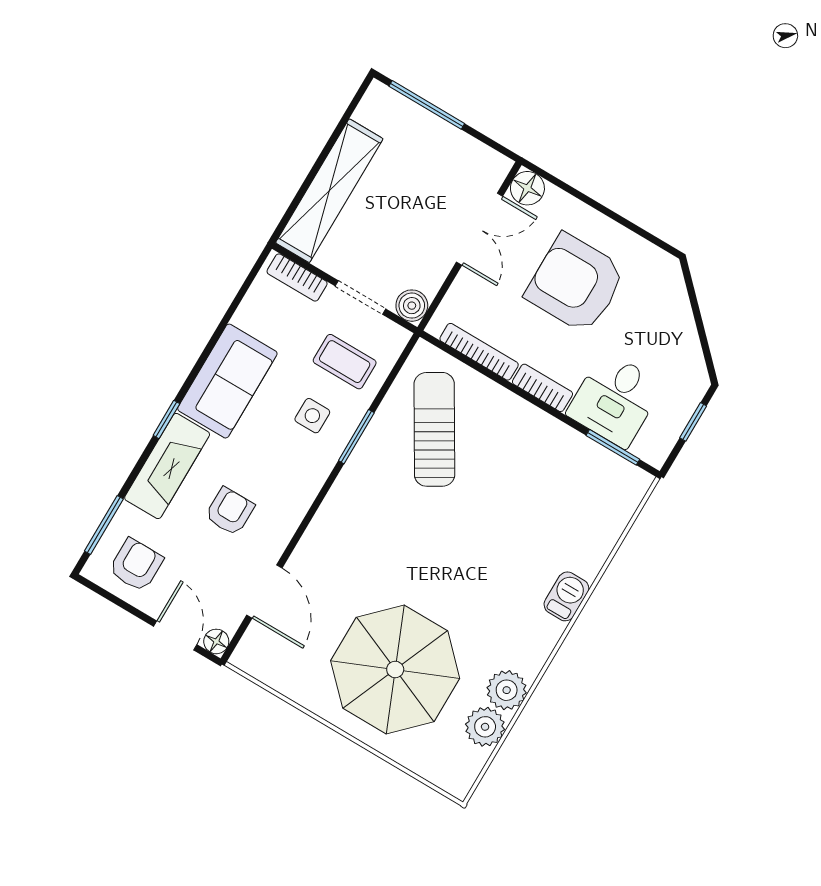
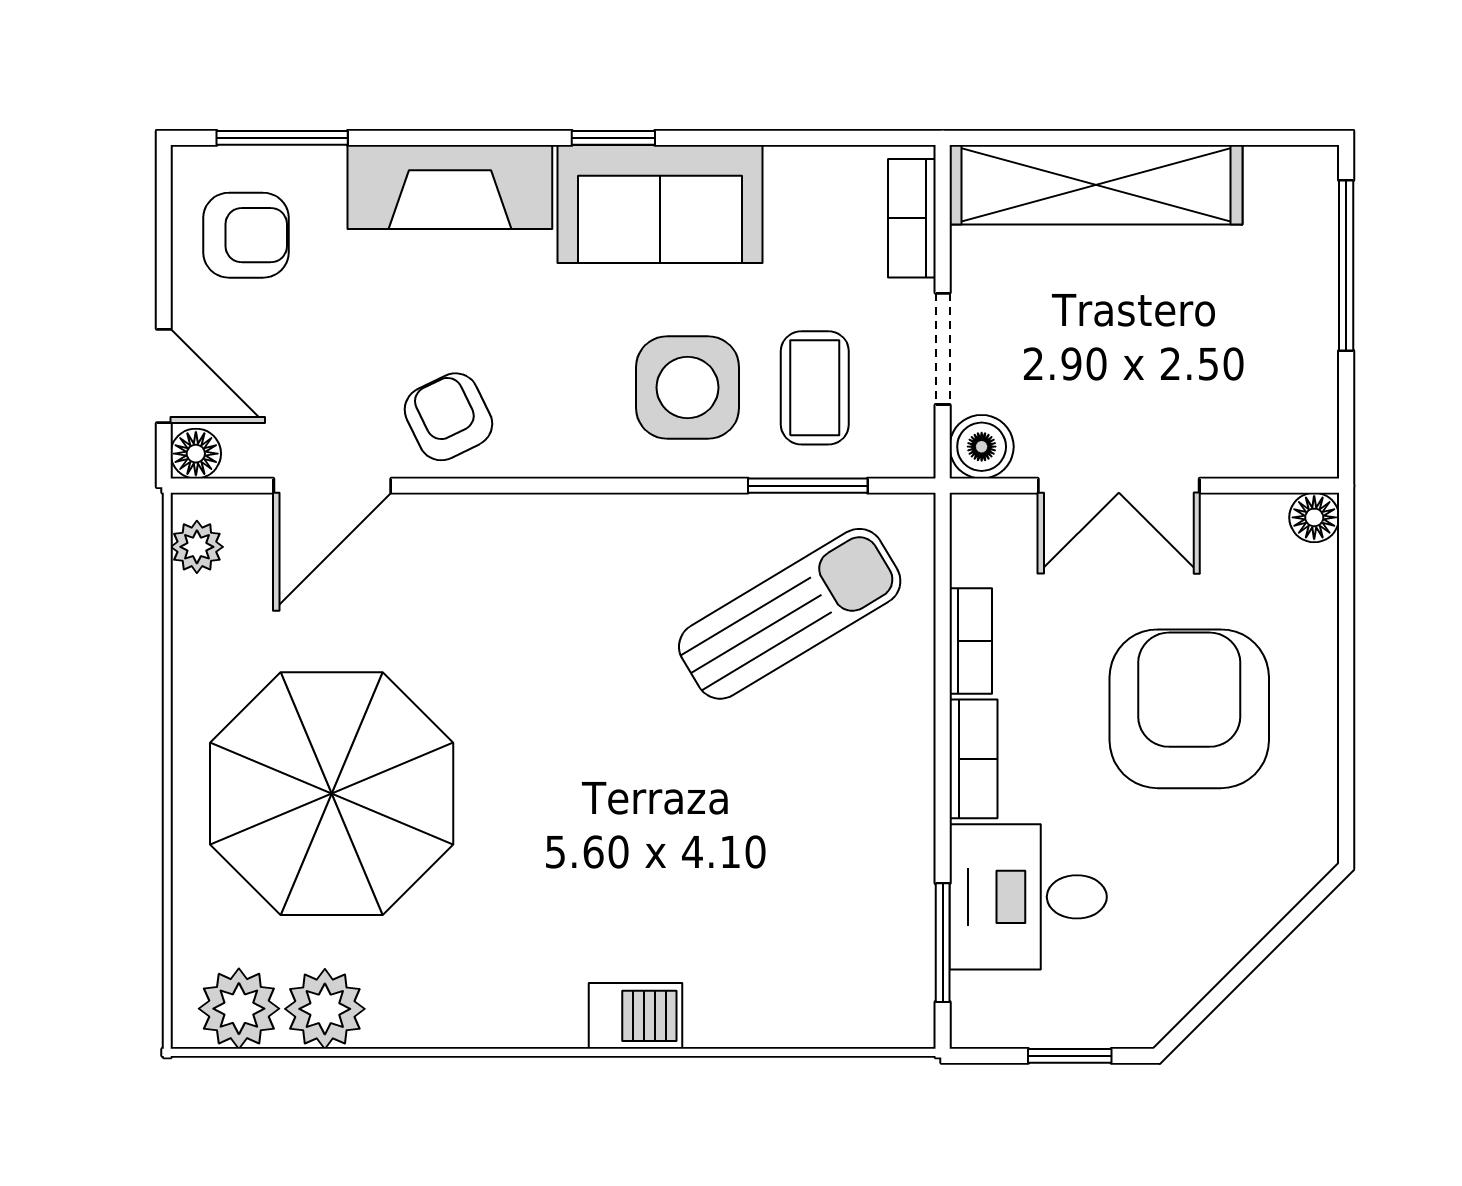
floor lamp: (527, 188) -> (1314, 517), width x0.73, depth x0.73
double door: (480, 229) -> (1119, 486), moved
bookcase: (479, 352) -> (971, 641), width x0.64
side table: (312, 416) -> (688, 388), width x1.87, depth x1.87
window: (166, 420) -> (613, 138), moved
window: (356, 437) -> (808, 486), moved
armchair: (230, 511) -> (448, 417), moved, turned -116
door: (175, 635) -> (164, 376), hinge flipped
plant: (256, 665) -> (197, 547), added
plant: (507, 690) -> (239, 1009), moved

